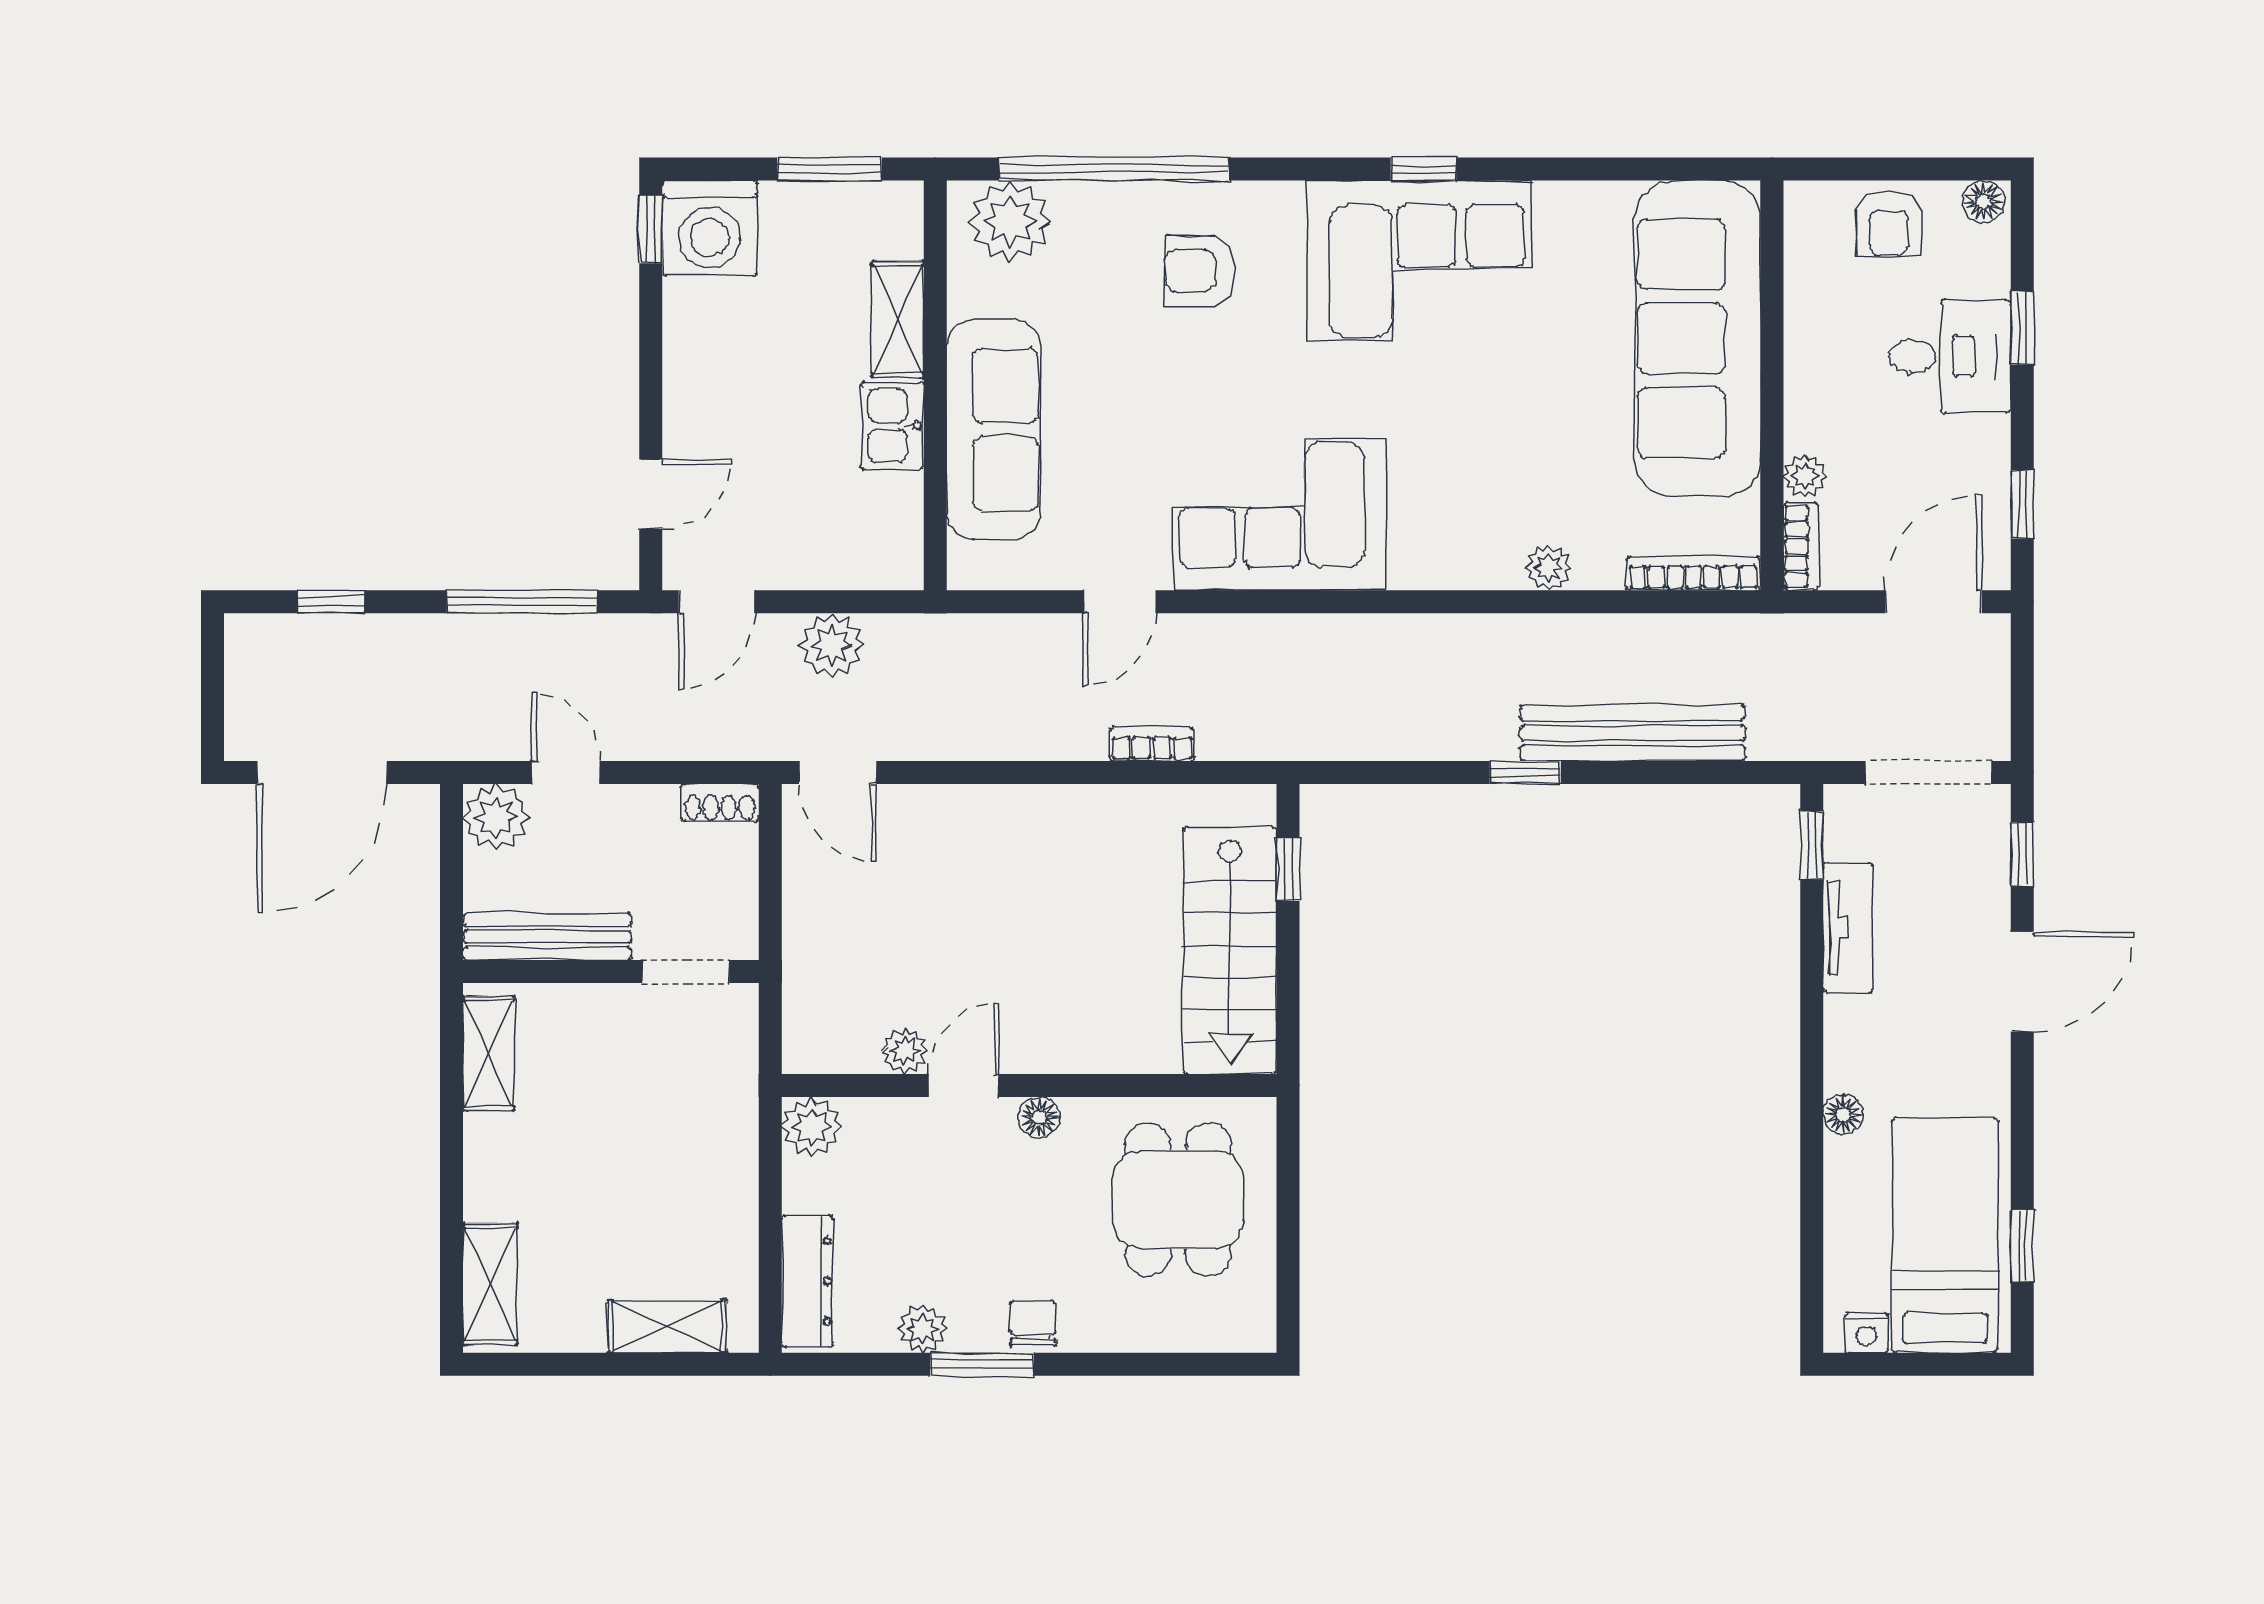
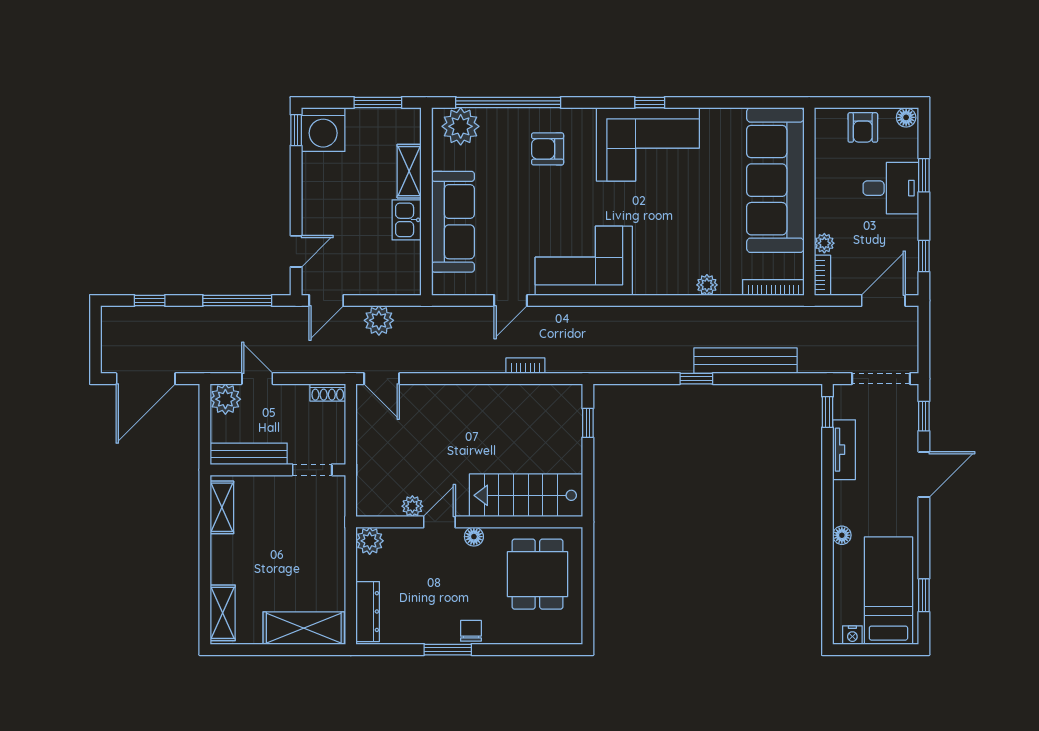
stairs: (1230, 950) -> (526, 495), moved, turned 90
shelving: (667, 1326) -> (304, 628), width x1.50, depth x1.33
plant: (923, 1329) -> (420, 633), removed

